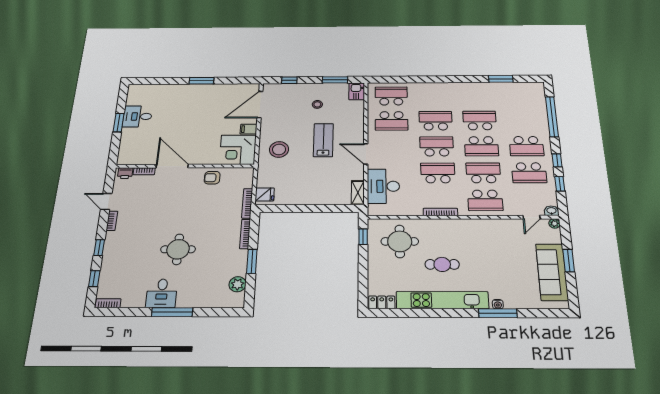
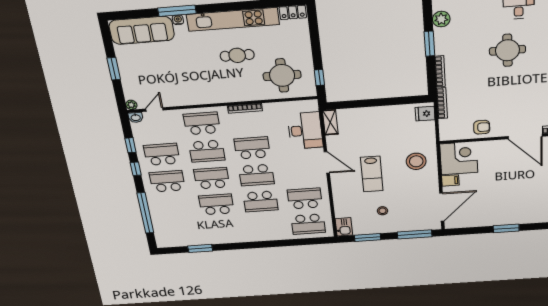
window: (289, 80) -> (415, 234), width x2.17
school desk: (480, 120) -> (216, 204), turned 180
school desk: (438, 173) -> (252, 148), turned 180
sofa: (552, 272) -> (142, 30), moved, turned 90

